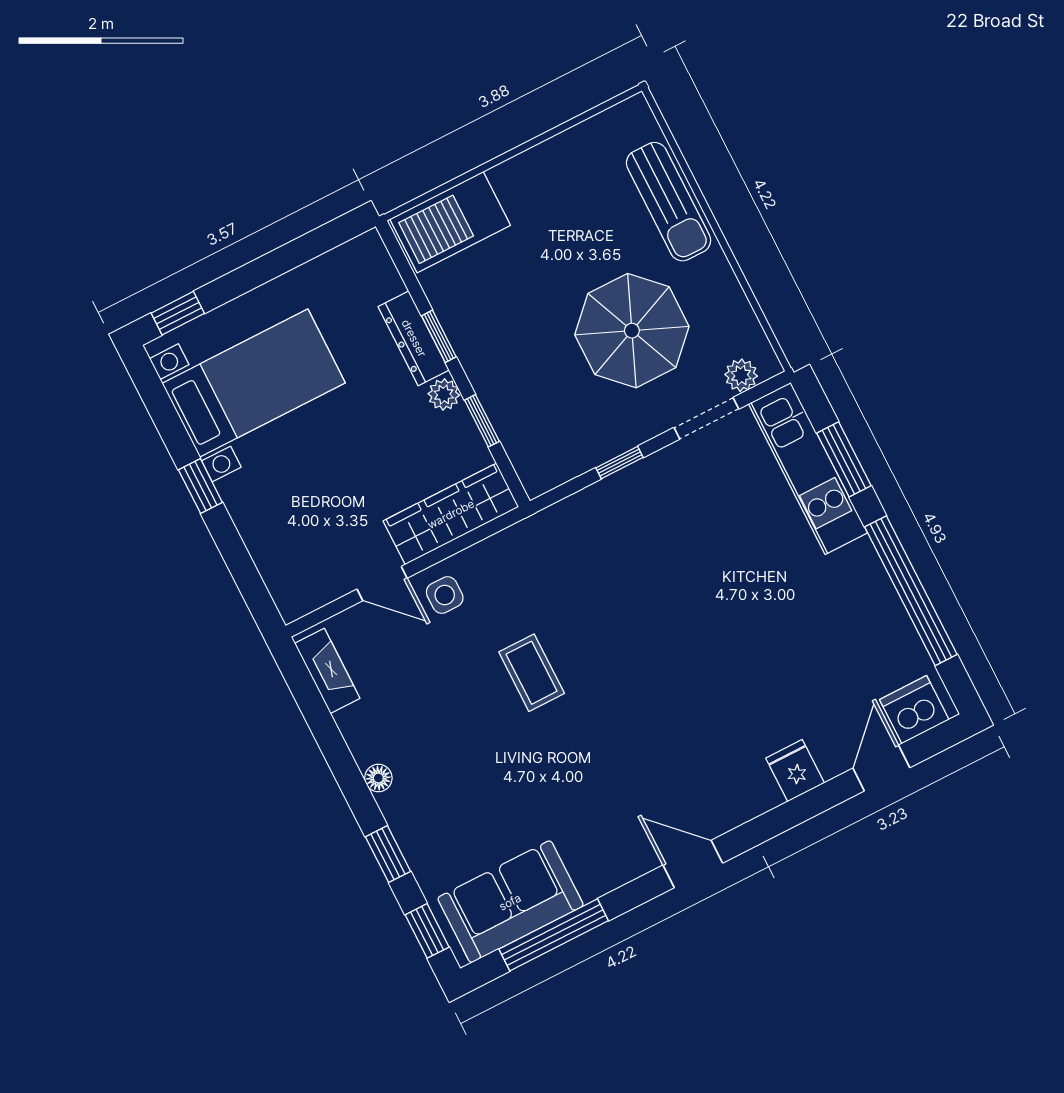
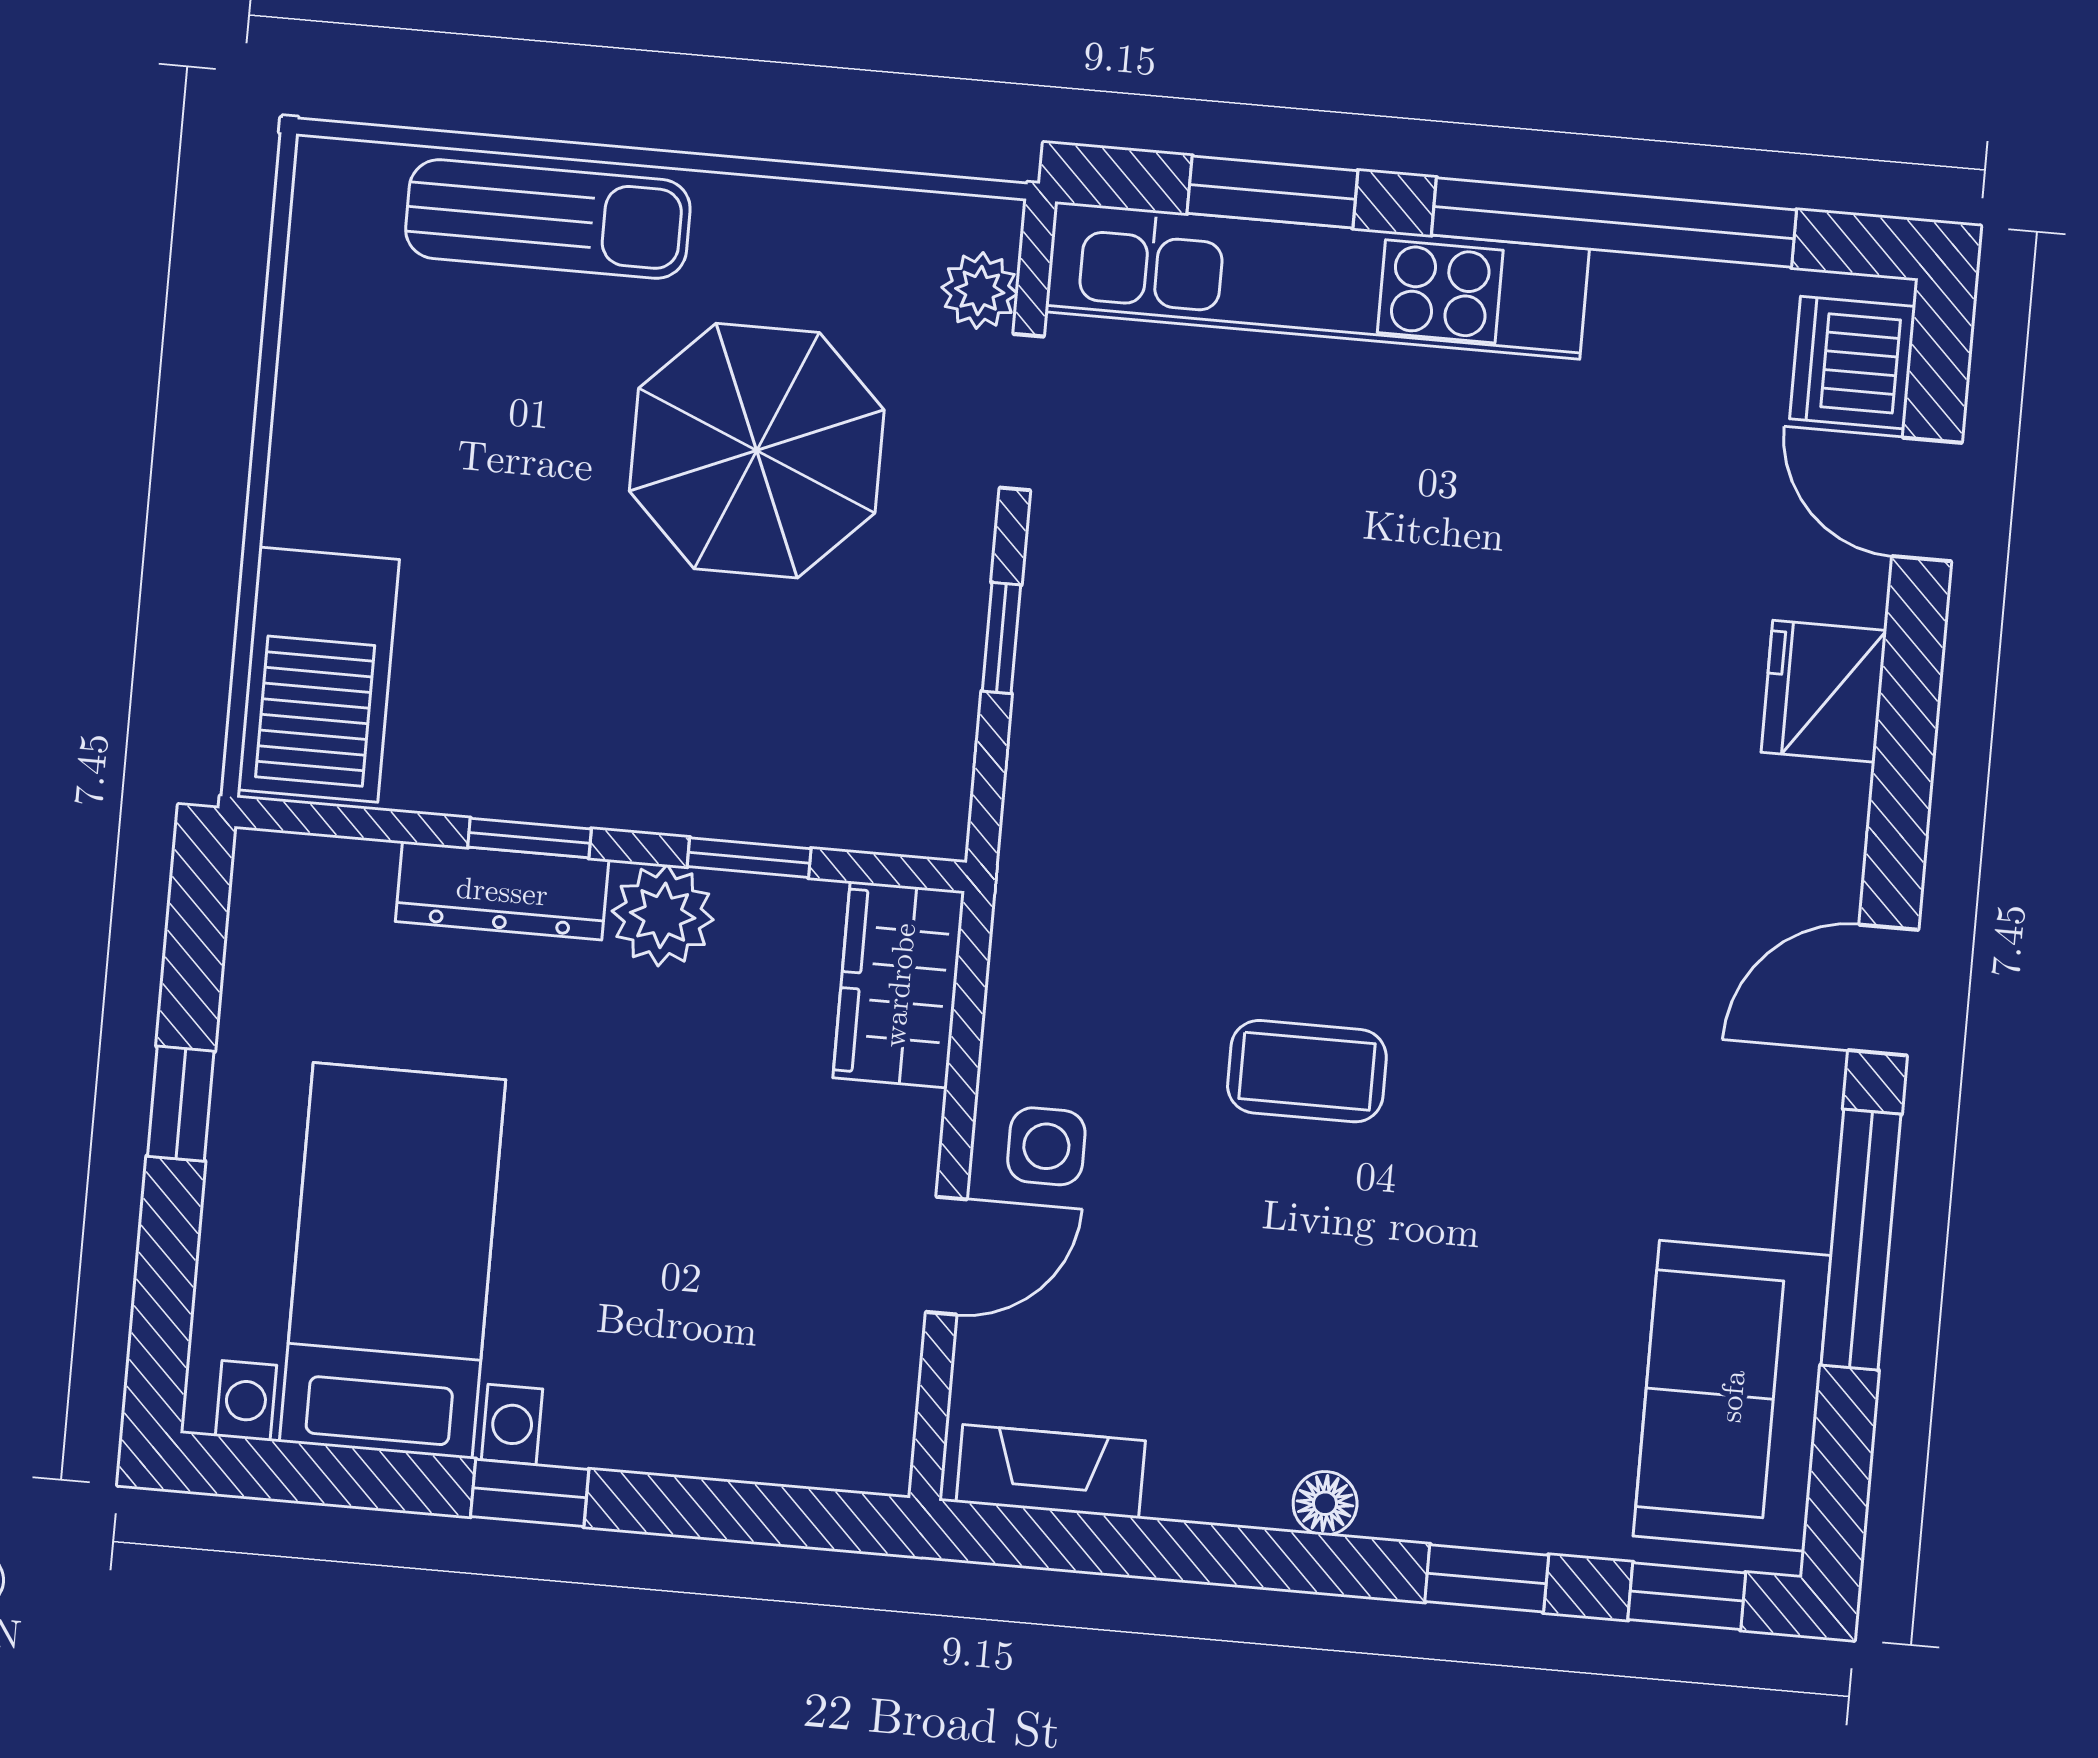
window: (178, 313) -> (181, 1104), moved
plant: (444, 394) -> (663, 915), width x1.38, depth x1.38
kitchen unit: (808, 468) -> (1317, 280), width x1.36
wardrobe: (451, 514) -> (899, 985), width x0.67
fridge: (795, 771) -> (1824, 691), width x1.38
window: (554, 935) -> (1861, 1240), moved

